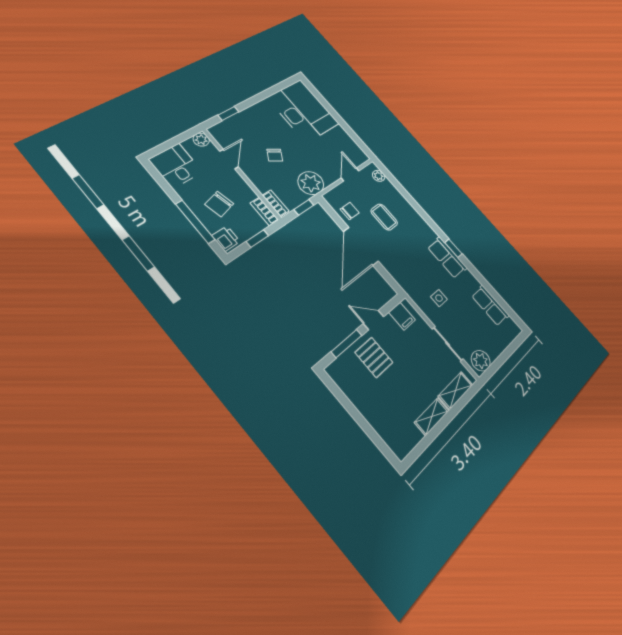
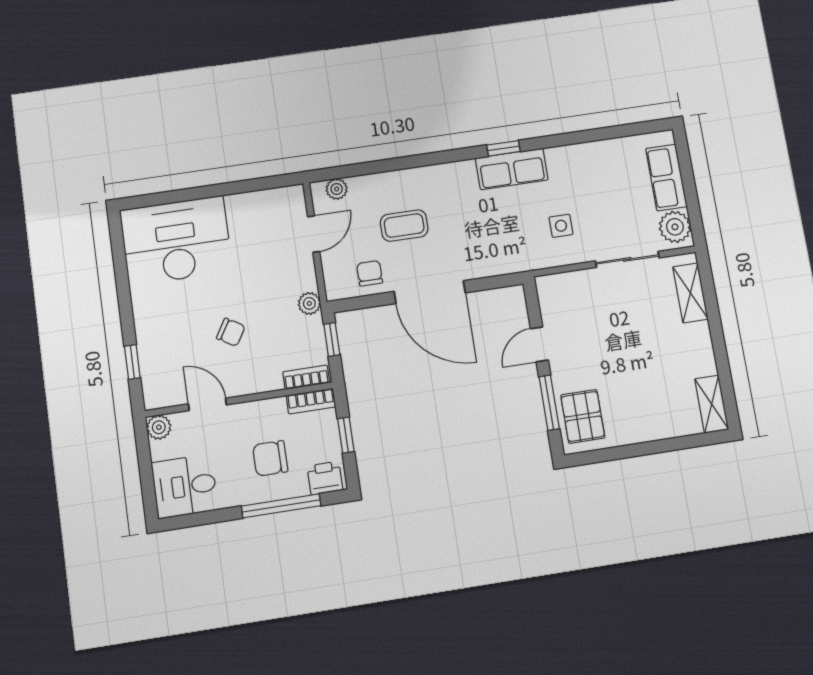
door: (350, 174) -> (314, 234), swing flipped
plant: (311, 183) -> (309, 303), width x0.53, depth x0.53
chair: (219, 204) -> (270, 458), turned 104
row of seats: (490, 305) -> (666, 178), moved, turned 90
filing cabinet: (402, 316) -> (556, 300), removed
pallet: (374, 357) -> (583, 416), moved, turned 90
shelving: (432, 417) -> (712, 404), moved

